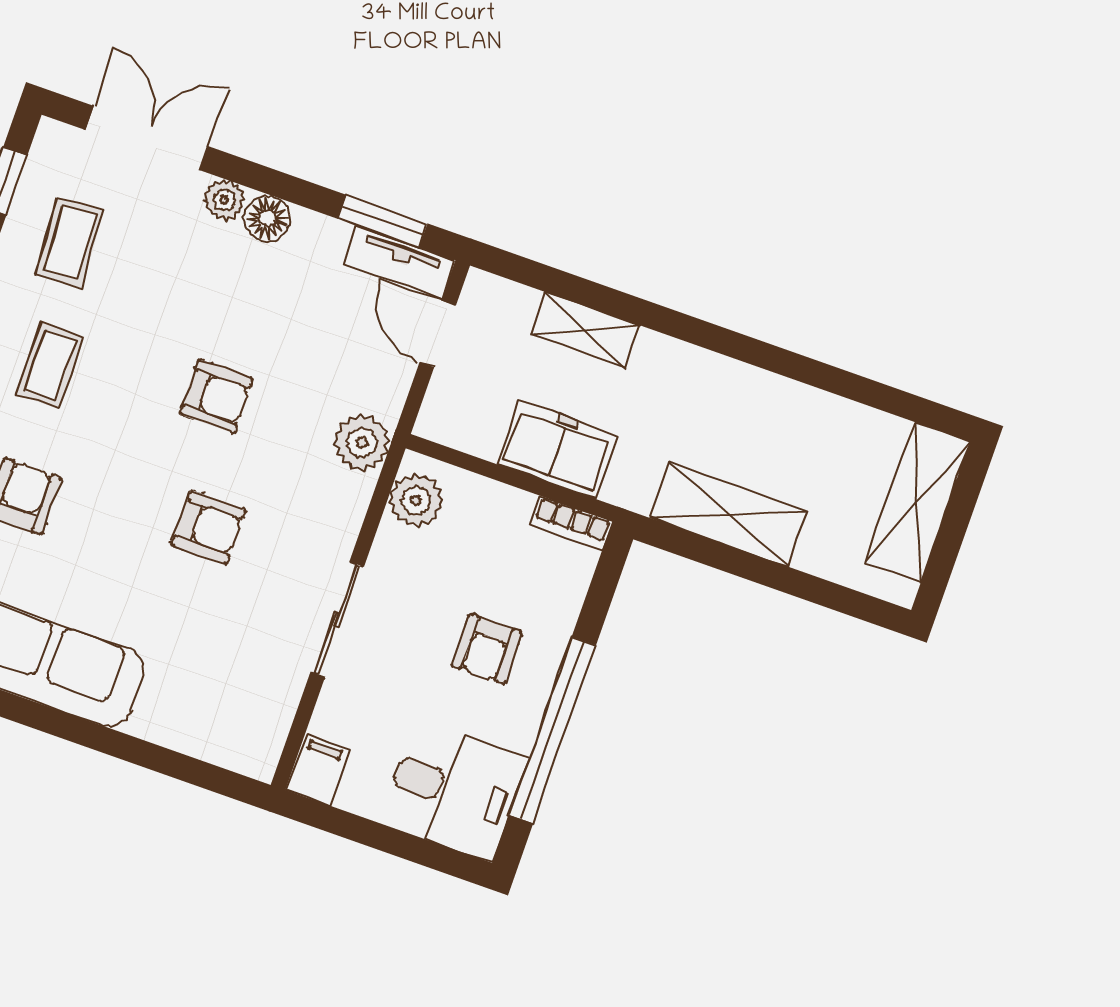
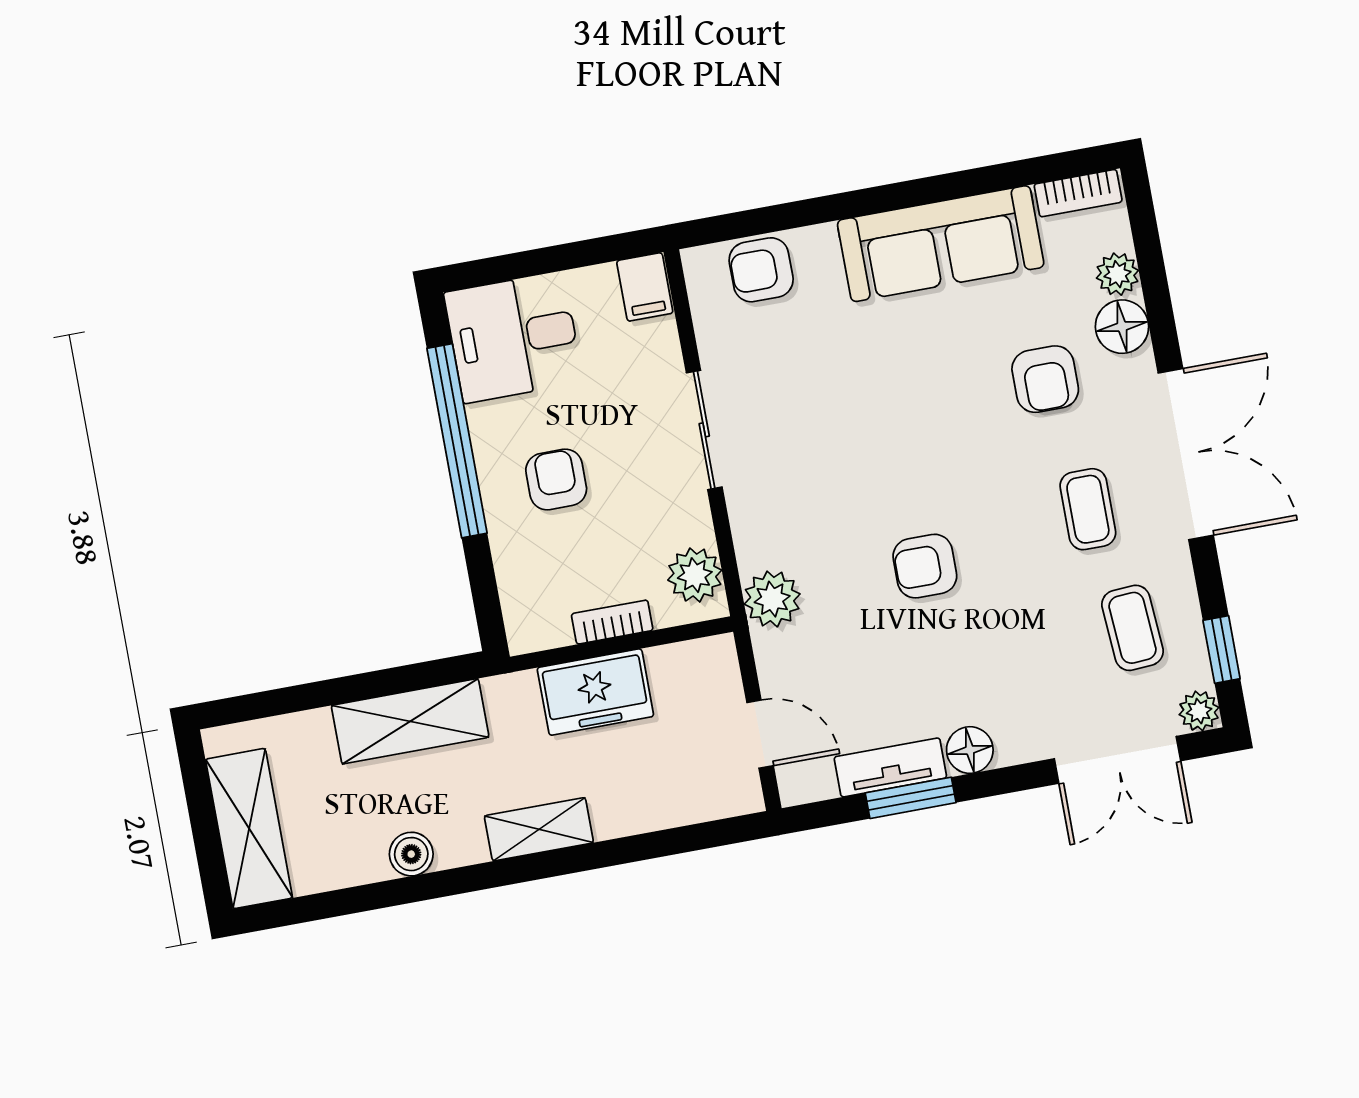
plant: (224, 200) -> (1199, 711), moved
window: (383, 221) -> (911, 798), moved
tv unit: (399, 262) -> (890, 767), moved
shelving: (585, 330) -> (539, 829), moved
boiler: (792, 402) -> (411, 854), added
bookcase: (572, 523) -> (612, 622), moved
armchair: (209, 527) -> (761, 270), moved

